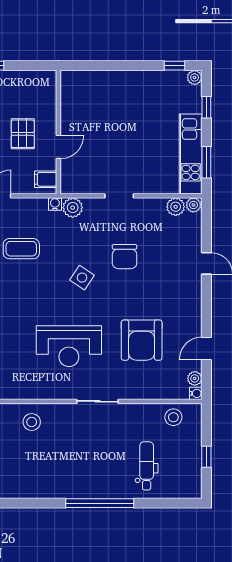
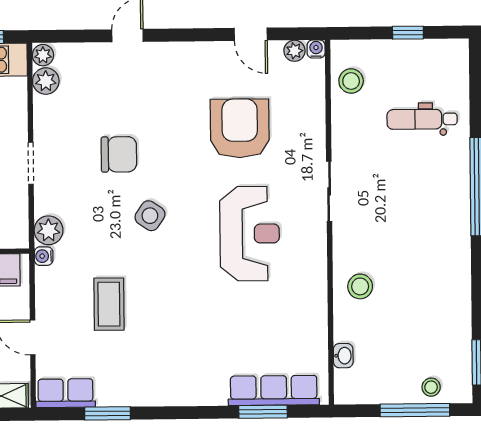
armchair: (142, 340) -> (240, 128), turned -90

